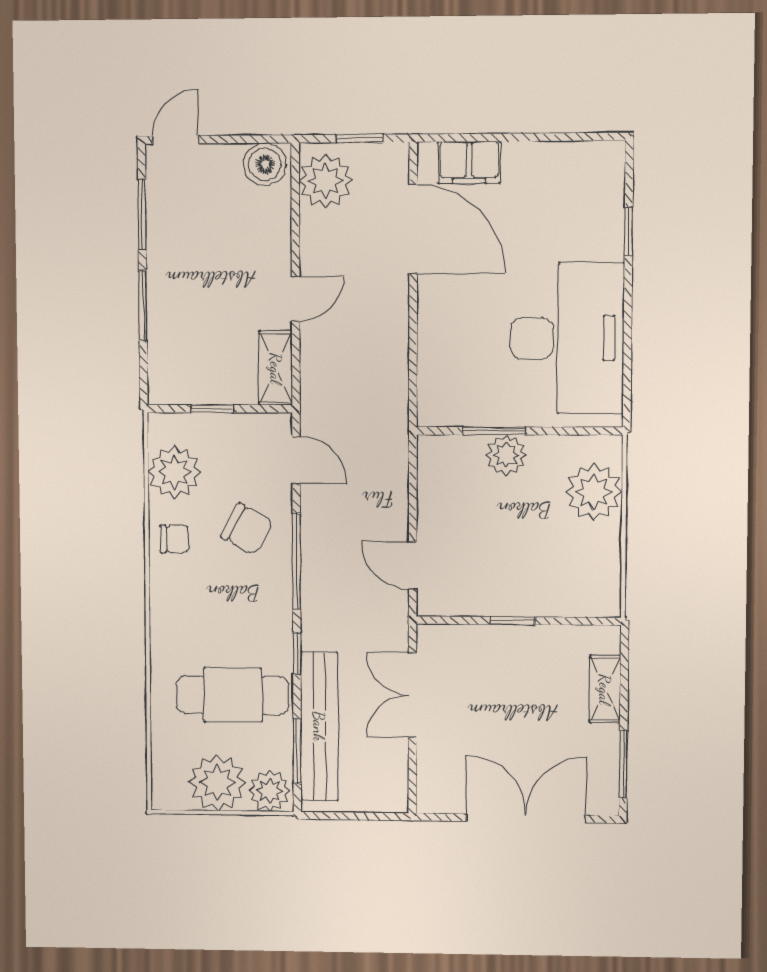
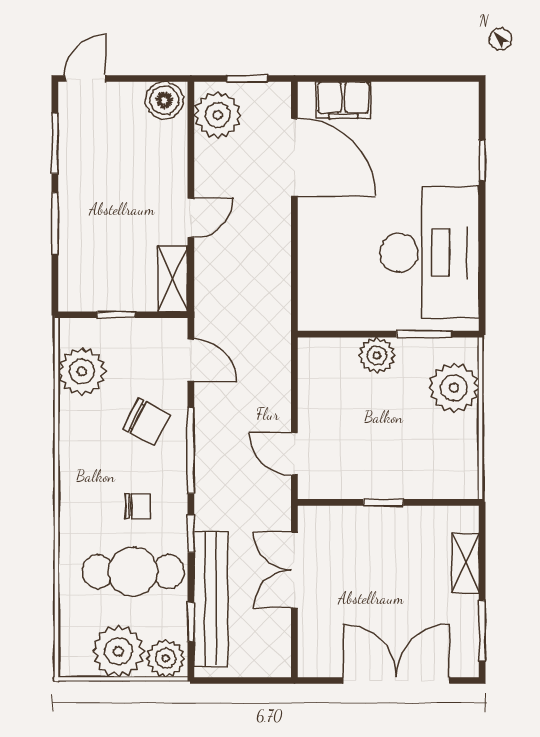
window: (494, 431) -> (424, 334), moved
chair: (175, 539) -> (138, 506), moved
window: (297, 751) -> (191, 622), width x0.67

